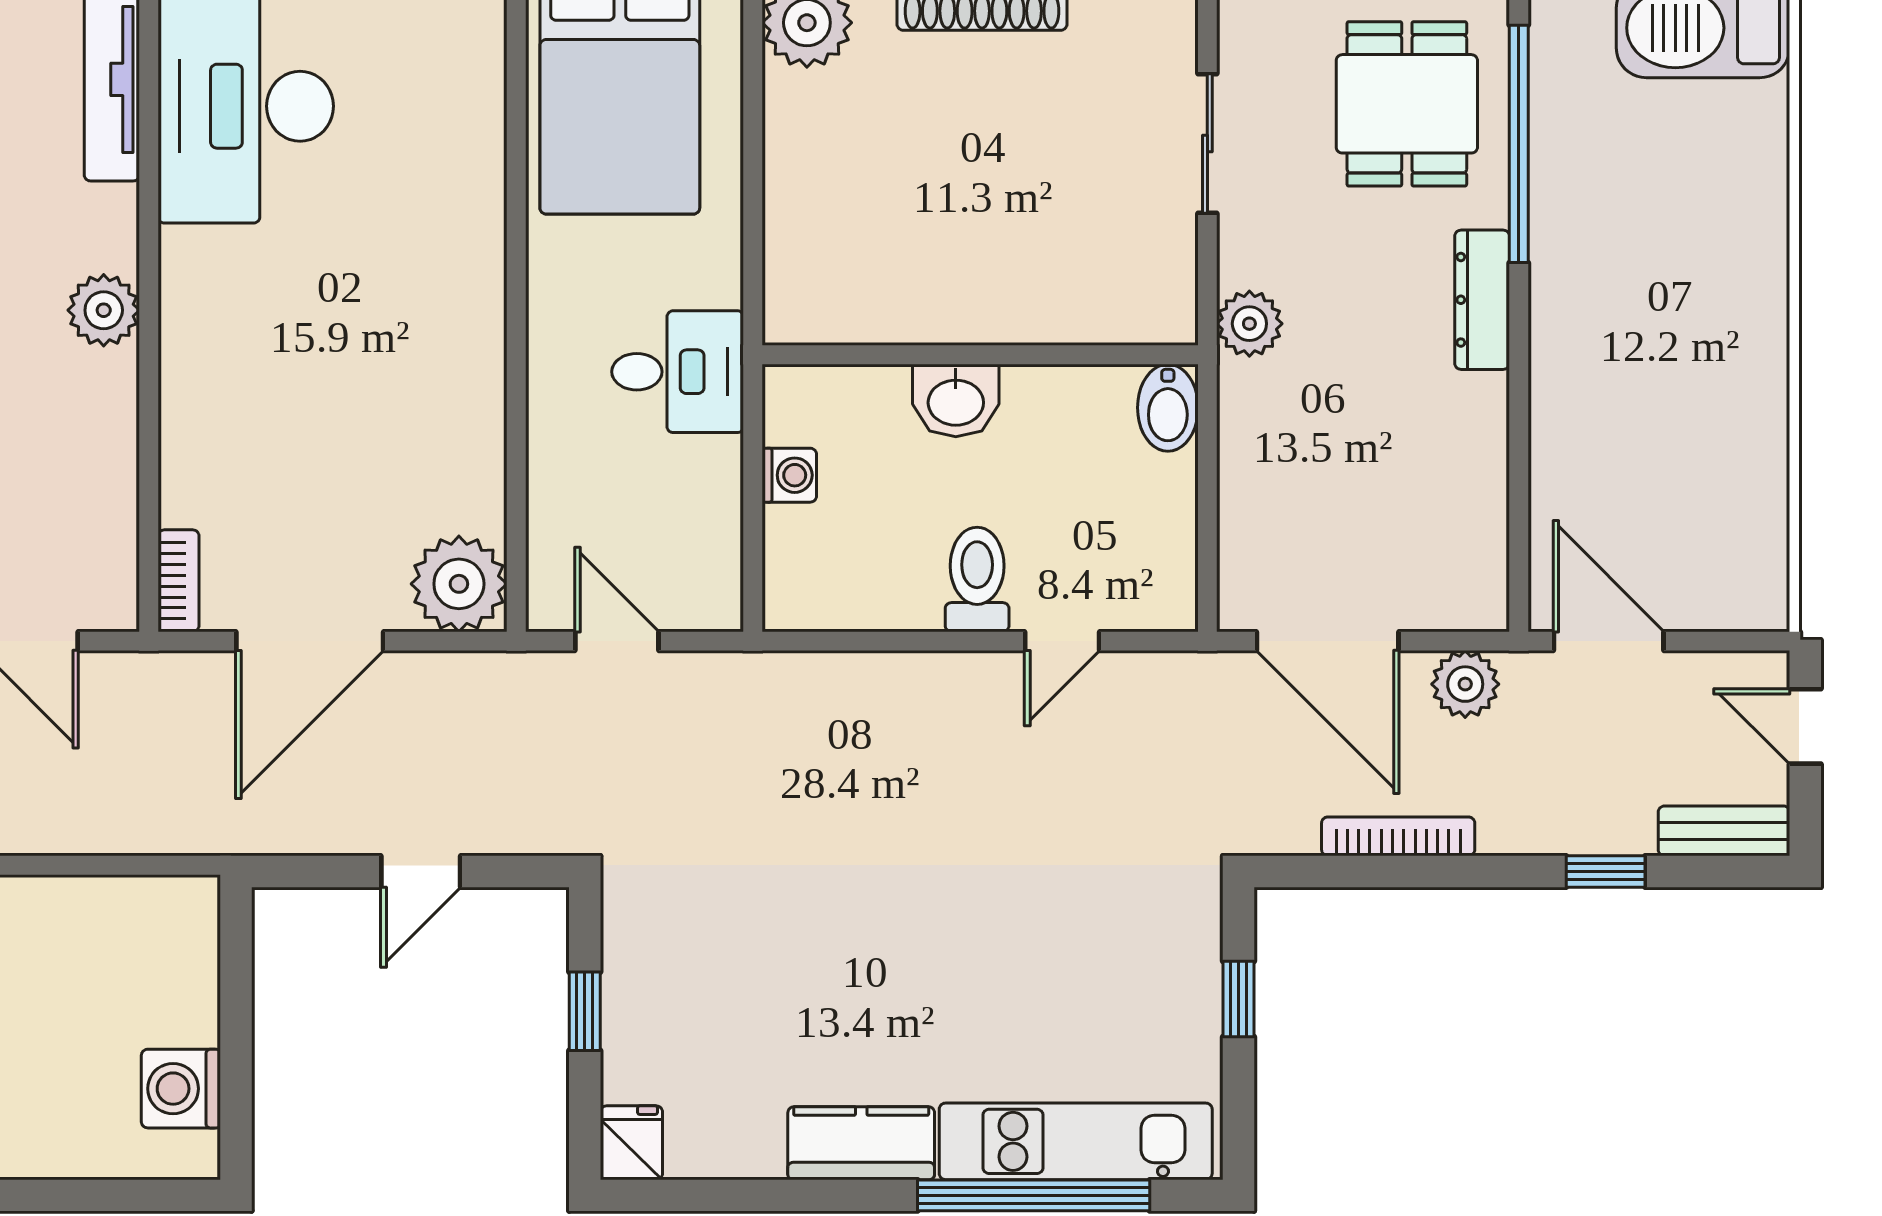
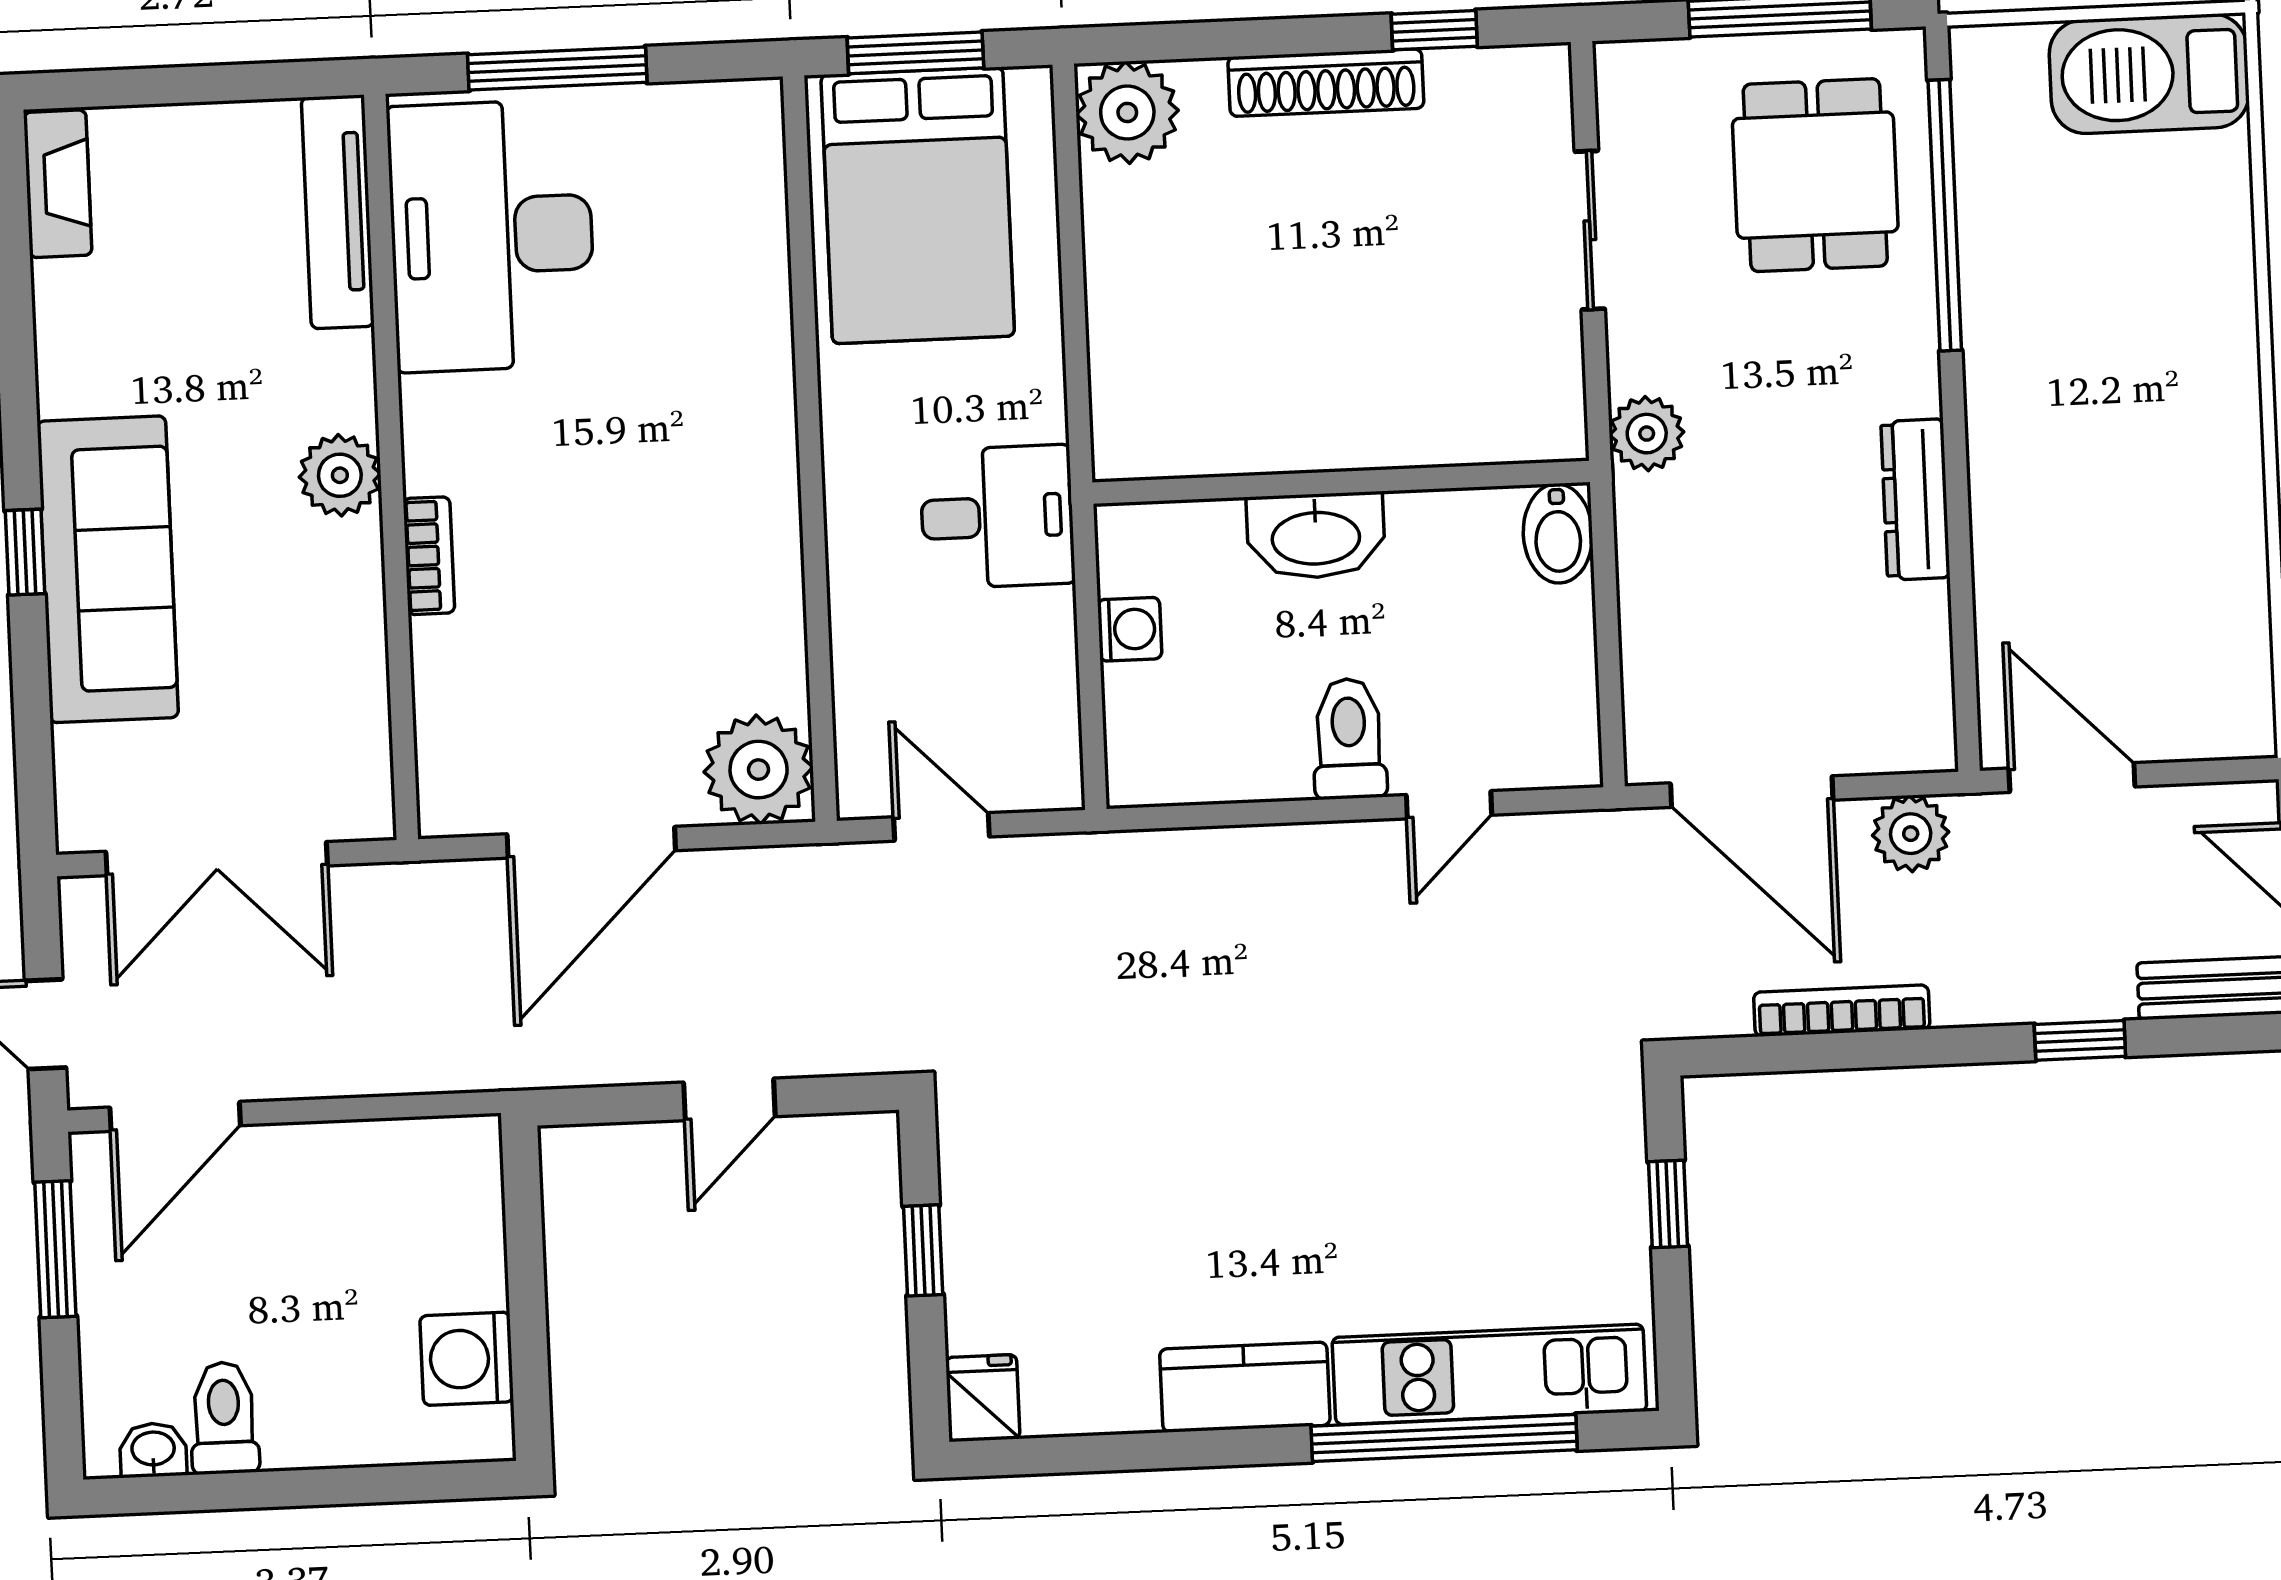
dresser: (1482, 300) -> (1915, 499), moved
washbasin: (956, 400) -> (1316, 536), width x1.38
bookcase: (179, 581) -> (429, 556), moved

